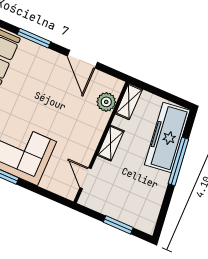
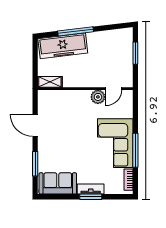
door: (82, 59) -> (35, 125), swing flipped
plant: (106, 102) -> (98, 97), moved
shelving: (111, 143) -> (83, 82), removed

